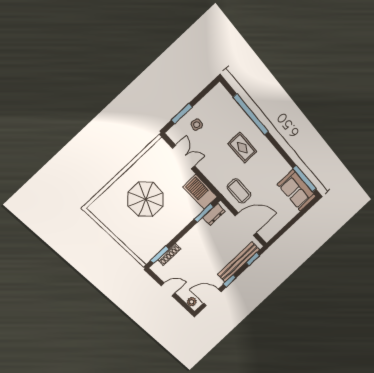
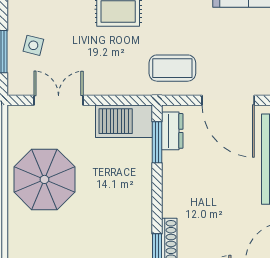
parasol: (146, 199) -> (44, 179), moved
door: (246, 224) -> (228, 100), swing flipped

